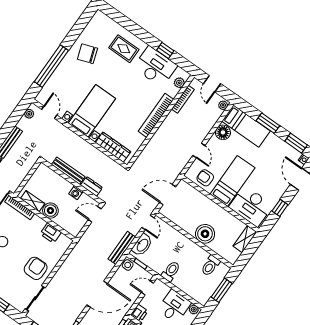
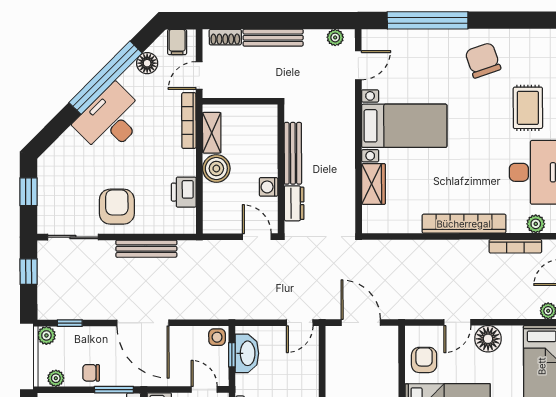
floor lamp: (223, 132) -> (488, 339), moved
wardrobe: (113, 147) -> (373, 184), width x0.67
washbasin: (142, 245) -> (247, 353), moved, turned -90
bench: (122, 248) -> (146, 249), moved
armchair: (36, 268) -> (117, 207), turned -90

